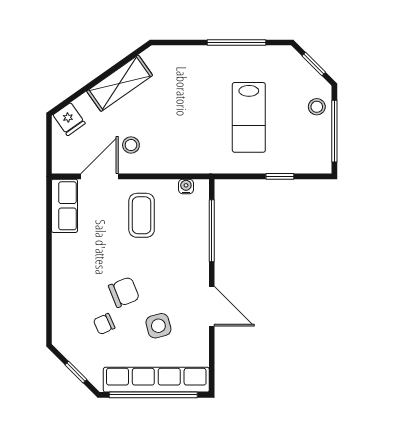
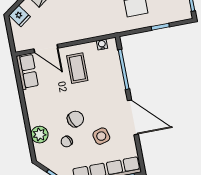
stool: (131, 145) -> (62, 25), removed
door: (99, 176) -> (46, 49), swing flipped
plant: (65, 305) -> (39, 135), added
door: (212, 306) -> (133, 117), width x1.36

